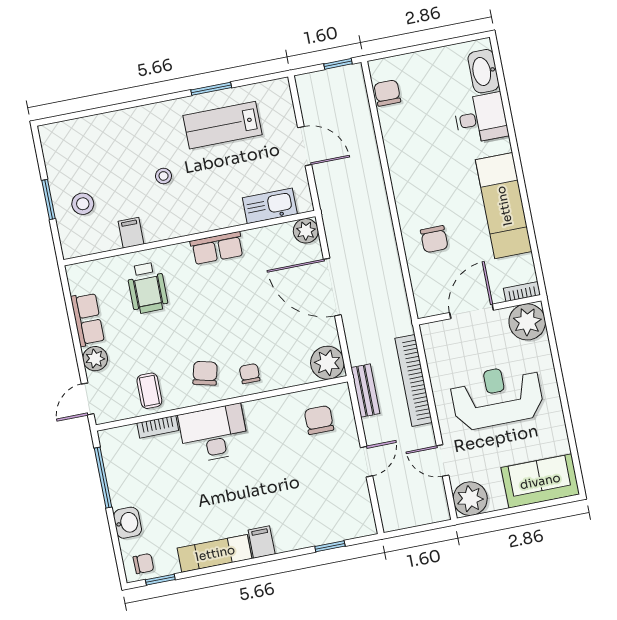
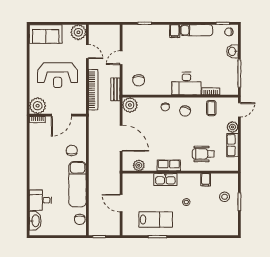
kitchen sink: (270, 206) -> (165, 180), moved
exam couch: (504, 206) -> (77, 184), moved, turned 180
plant: (306, 231) -> (139, 165), moved
wheelchair: (147, 288) -> (203, 154), turned -90

